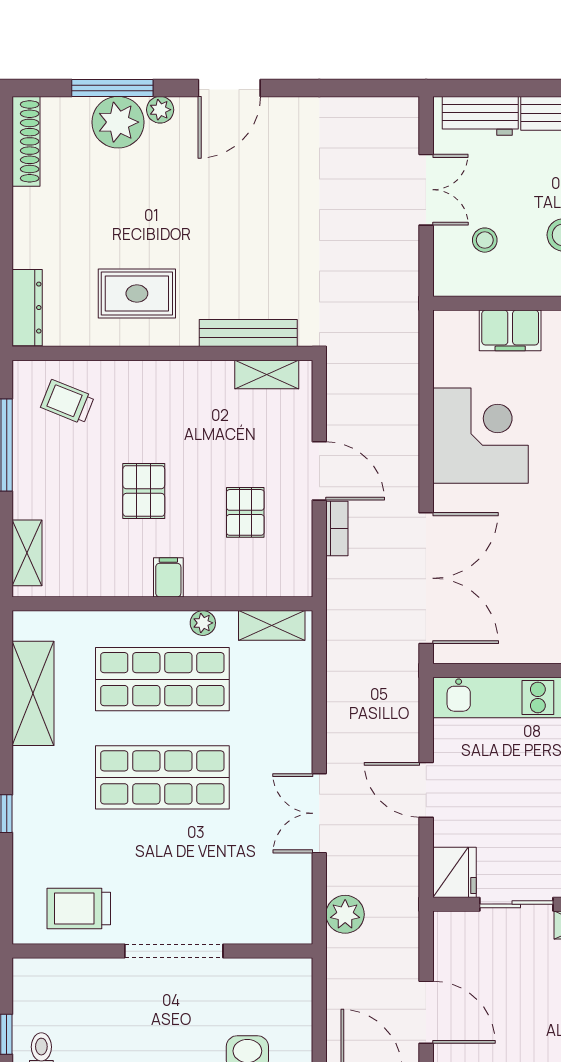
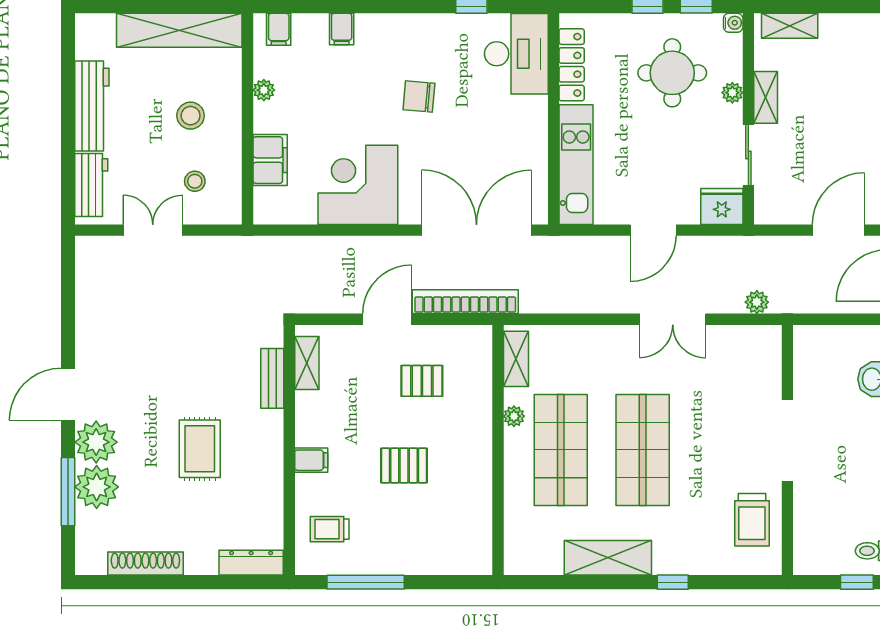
door: (229, 88) -> (68, 394), swing flipped
plant: (160, 110) -> (96, 442), width x1.87, depth x1.87
shoe rack: (26, 141) -> (145, 564), moved
rug: (137, 294) -> (200, 449), moved
bench: (248, 333) -> (272, 378), width x0.73
trolley: (67, 402) -> (330, 529), turned 68
bookcase: (337, 528) -> (465, 302), width x2.31, depth x1.31
shelving: (27, 553) -> (455, 563), removed
filing cabinet: (168, 577) -> (311, 460), moved, turned 180
shelving: (33, 693) -> (608, 558), moved
plant: (345, 914) -> (757, 302), width x0.73, depth x0.73

